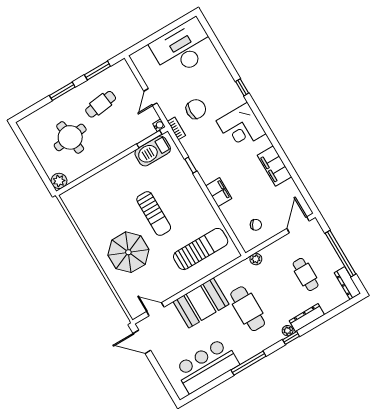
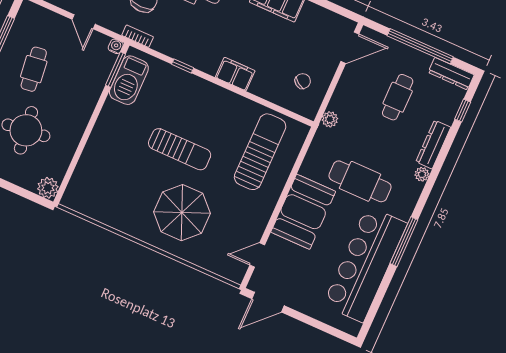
door: (298, 225) -> (350, 48), swing flipped
cafe table: (306, 274) -> (398, 97), turned 90
window: (291, 338) -> (463, 111), moved
bar counter: (207, 366) -> (365, 264), width x1.36

